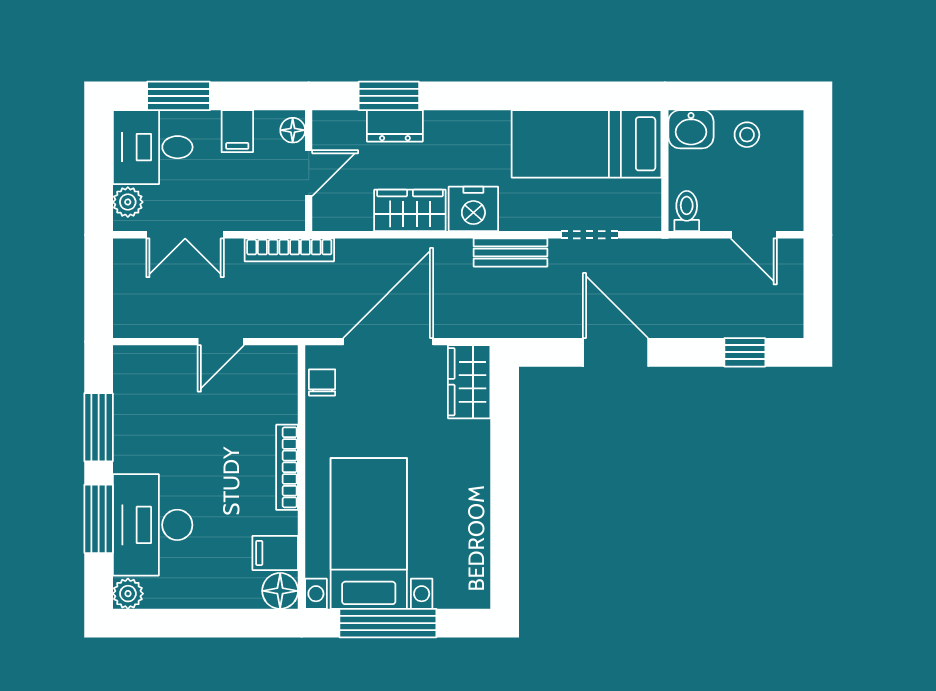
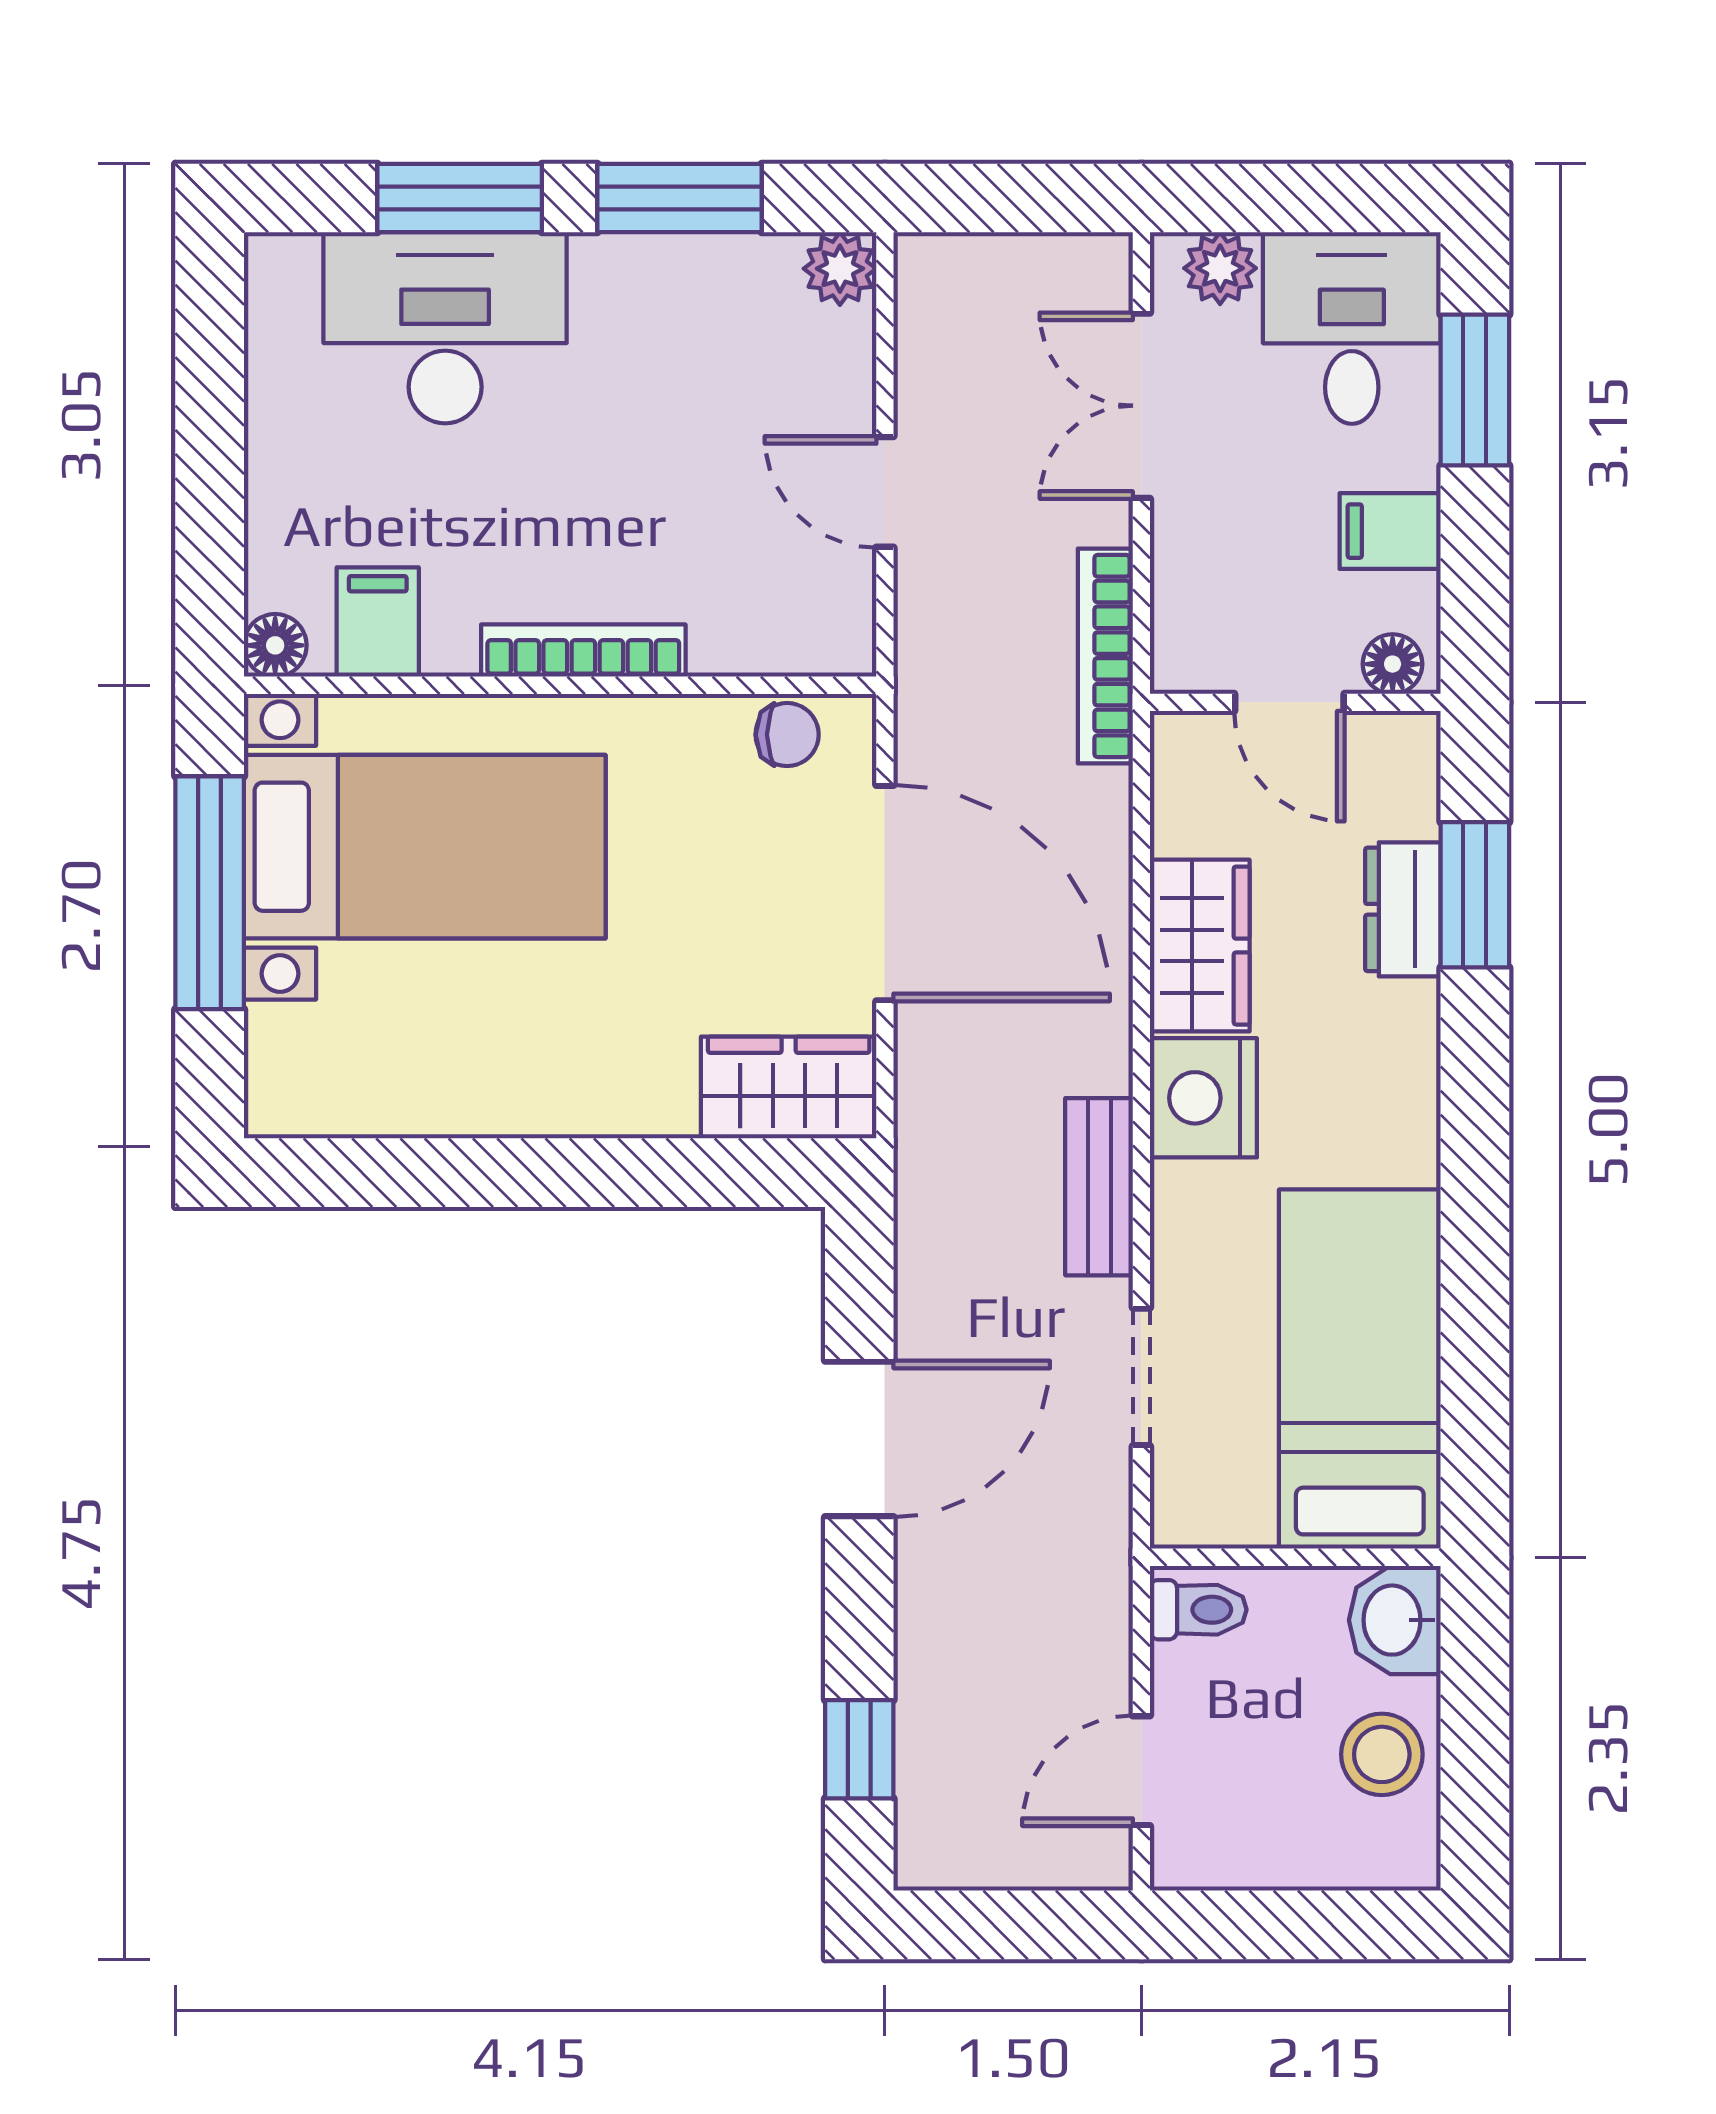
stool: (747, 135) -> (1382, 1754), width x1.37, depth x1.37
floor lamp: (280, 591) -> (275, 645), width x0.73, depth x0.73
plant: (128, 594) -> (840, 269), moved

